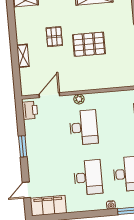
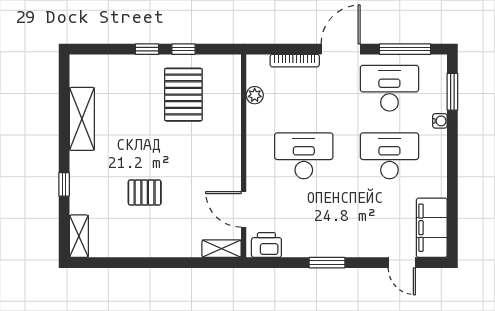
pallet: (89, 44) -> (183, 95), moved
shelving: (23, 56) -> (222, 249), moved
plant: (79, 99) -> (255, 95), moved

